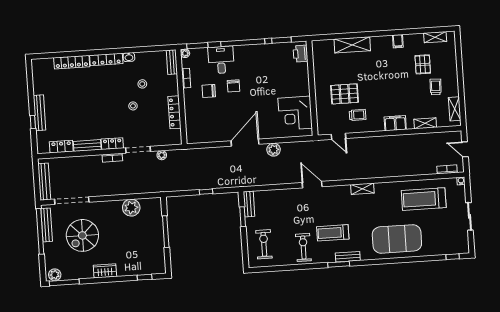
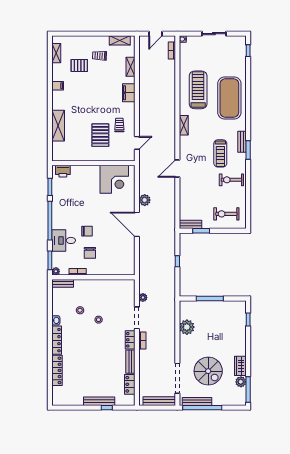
locker: (174, 112) -> (107, 284), removed
treadmill: (424, 199) -> (198, 90), moved, turned 180
wardrobe: (105, 271) -> (240, 366), moved
plant: (55, 275) -> (241, 382), moved

